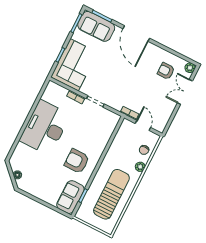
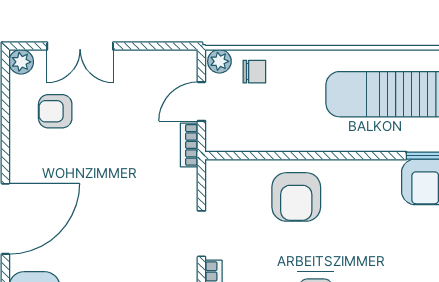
armchair: (166, 71) -> (55, 111), turned 90
armchair: (77, 161) -> (296, 197), moved
plant: (140, 167) -> (219, 61), moved

